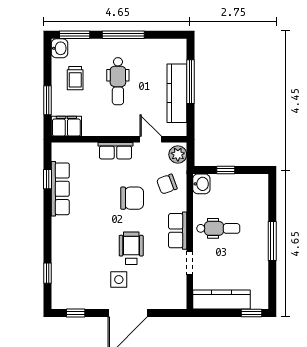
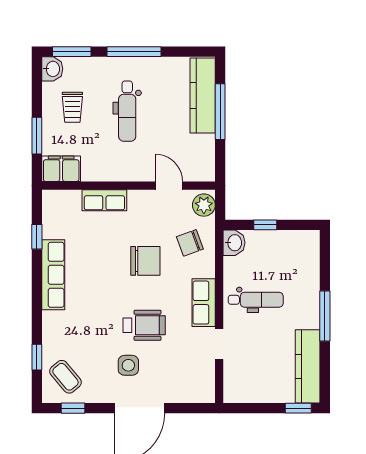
kitchen counter: (177, 93) -> (203, 96), moved
row of seats: (115, 151) -> (104, 200), moved
row of seats: (60, 189) -> (53, 275), moved
wheelchair: (131, 248) -> (144, 325), turned 90
coffee table: (70, 289) -> (65, 377), added
kitchen counter: (222, 300) -> (308, 366), moved, turned -90

